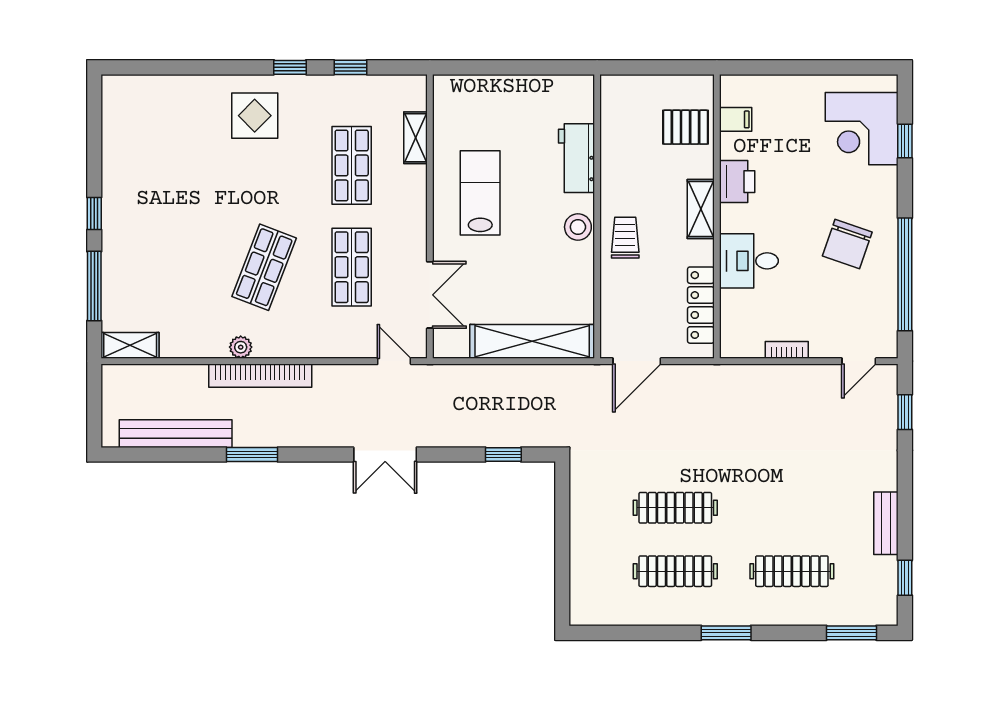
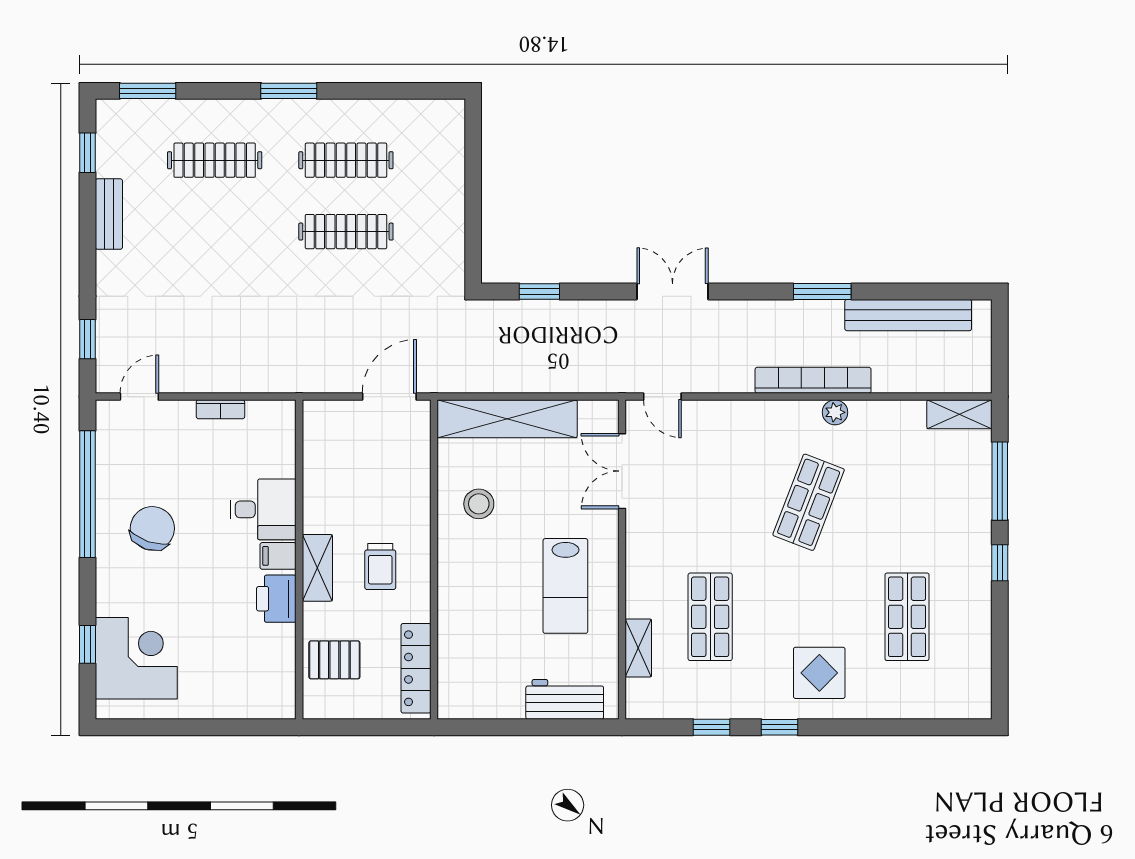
filing cabinet: (736, 119) -> (278, 556), moved
workbench: (576, 158) -> (565, 699), moved, turned -90
stool: (578, 227) -> (479, 504), moved
trolley: (625, 238) -> (380, 566), moved
shop shelf: (352, 267) -> (907, 617), moved
locker: (701, 305) -> (416, 668), moved, turned 180

